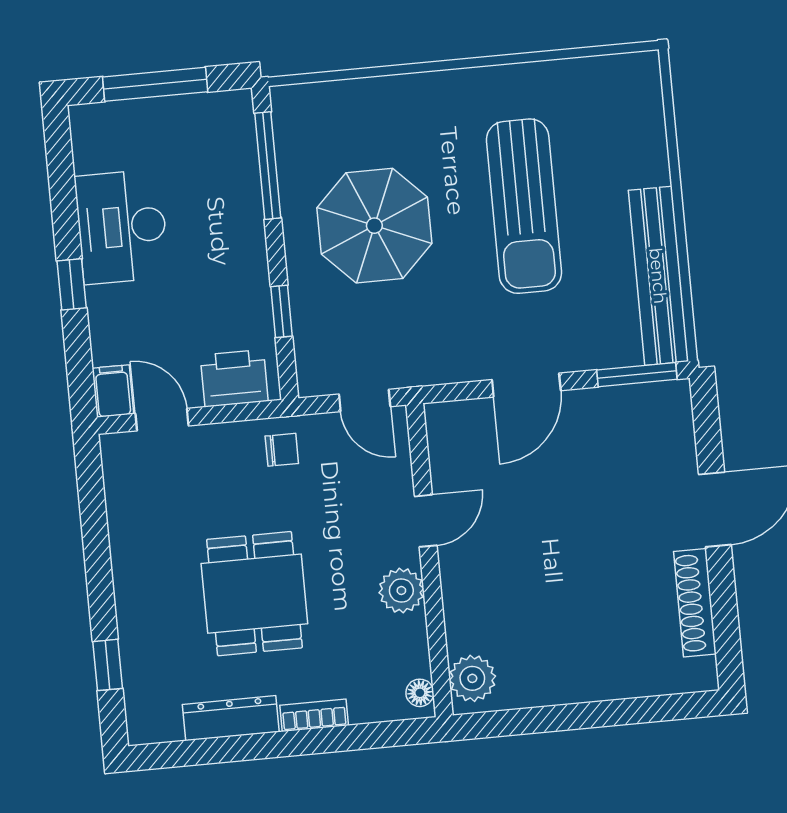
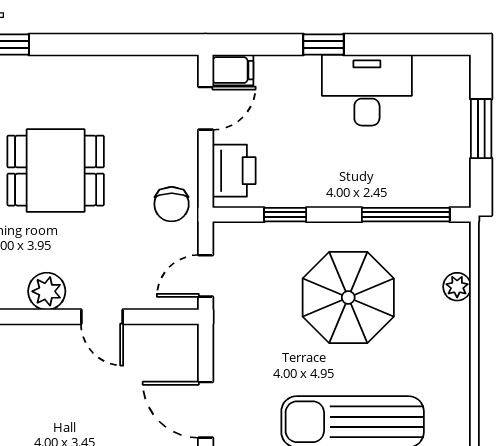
window: (155, 84) -> (481, 129), width x0.69
plant: (349, 95) -> (457, 287), added
chair: (282, 450) -> (172, 204), width x1.37, depth x1.37

